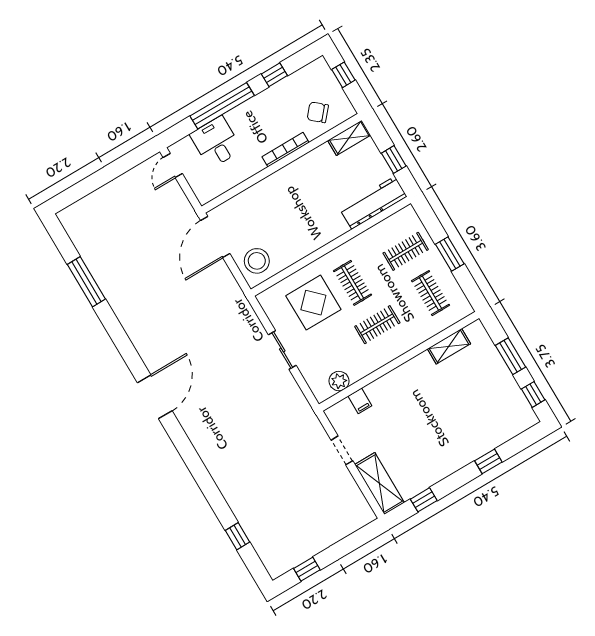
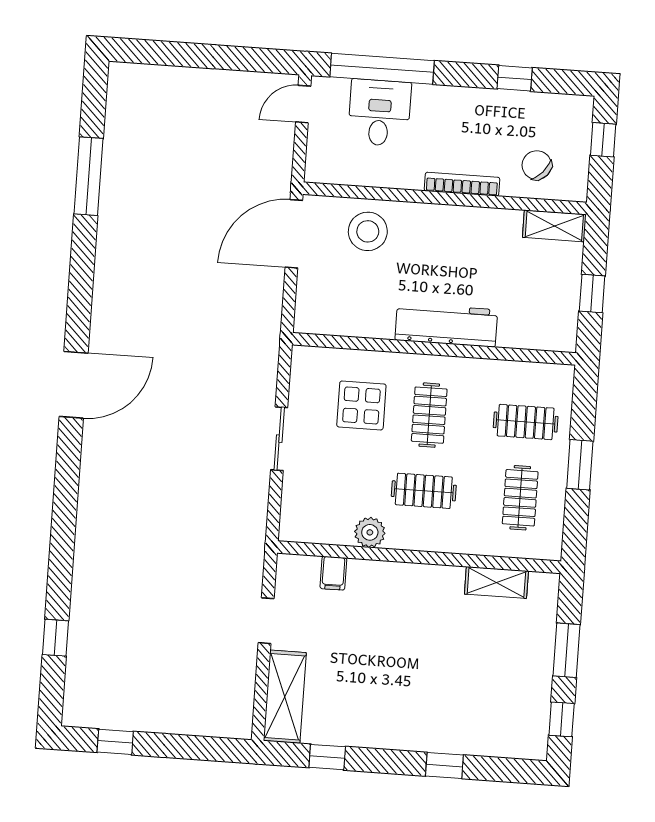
window: (222, 106) -> (382, 69), moved
workbench: (373, 203) -> (446, 325), moved
stool: (257, 261) -> (368, 231), moved
display table: (313, 303) -> (361, 405), width x0.73, depth x0.73
plant: (339, 381) -> (370, 532), moved

